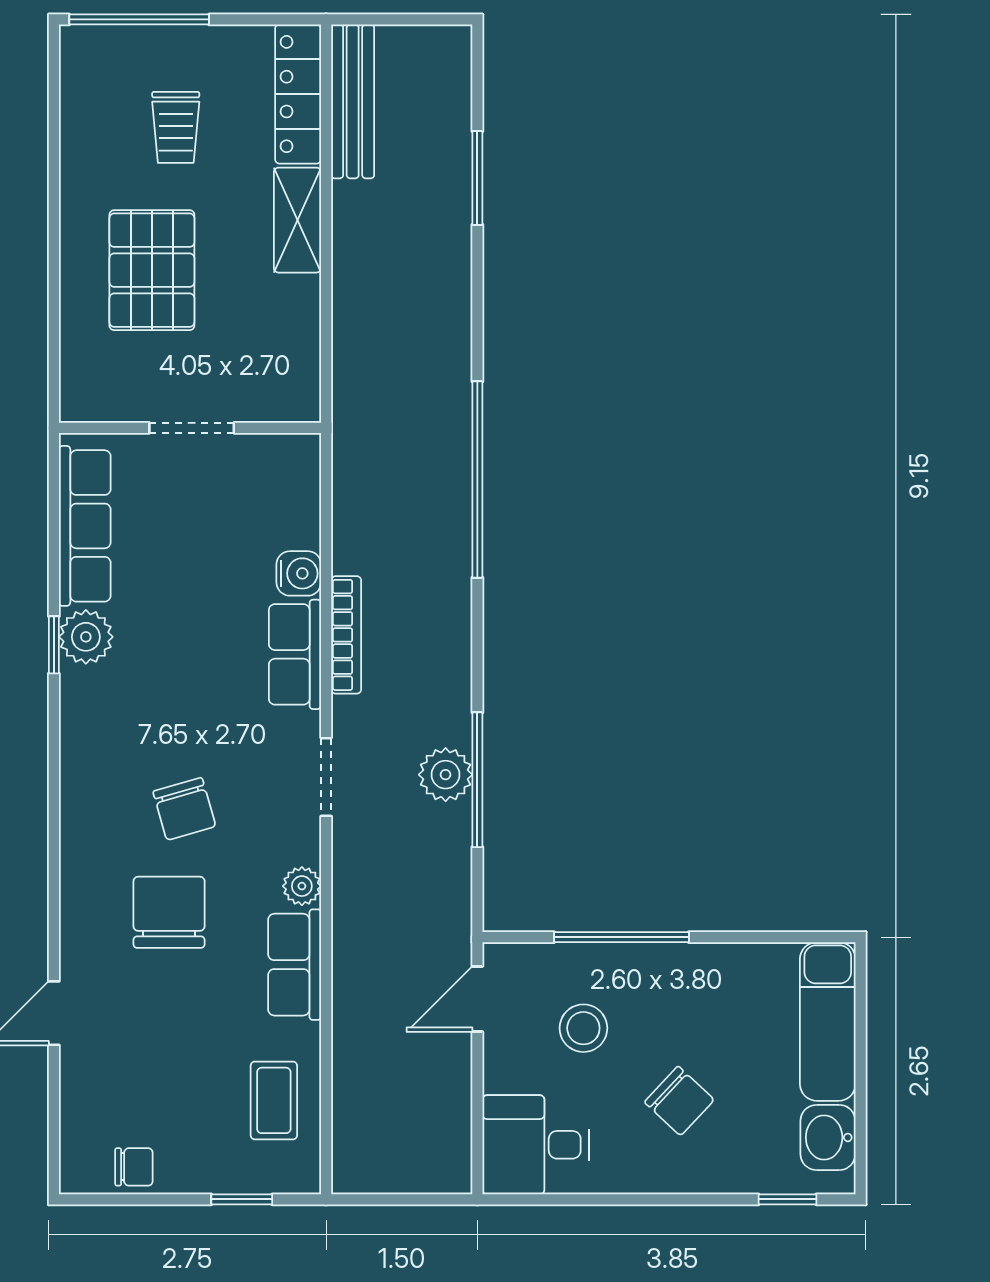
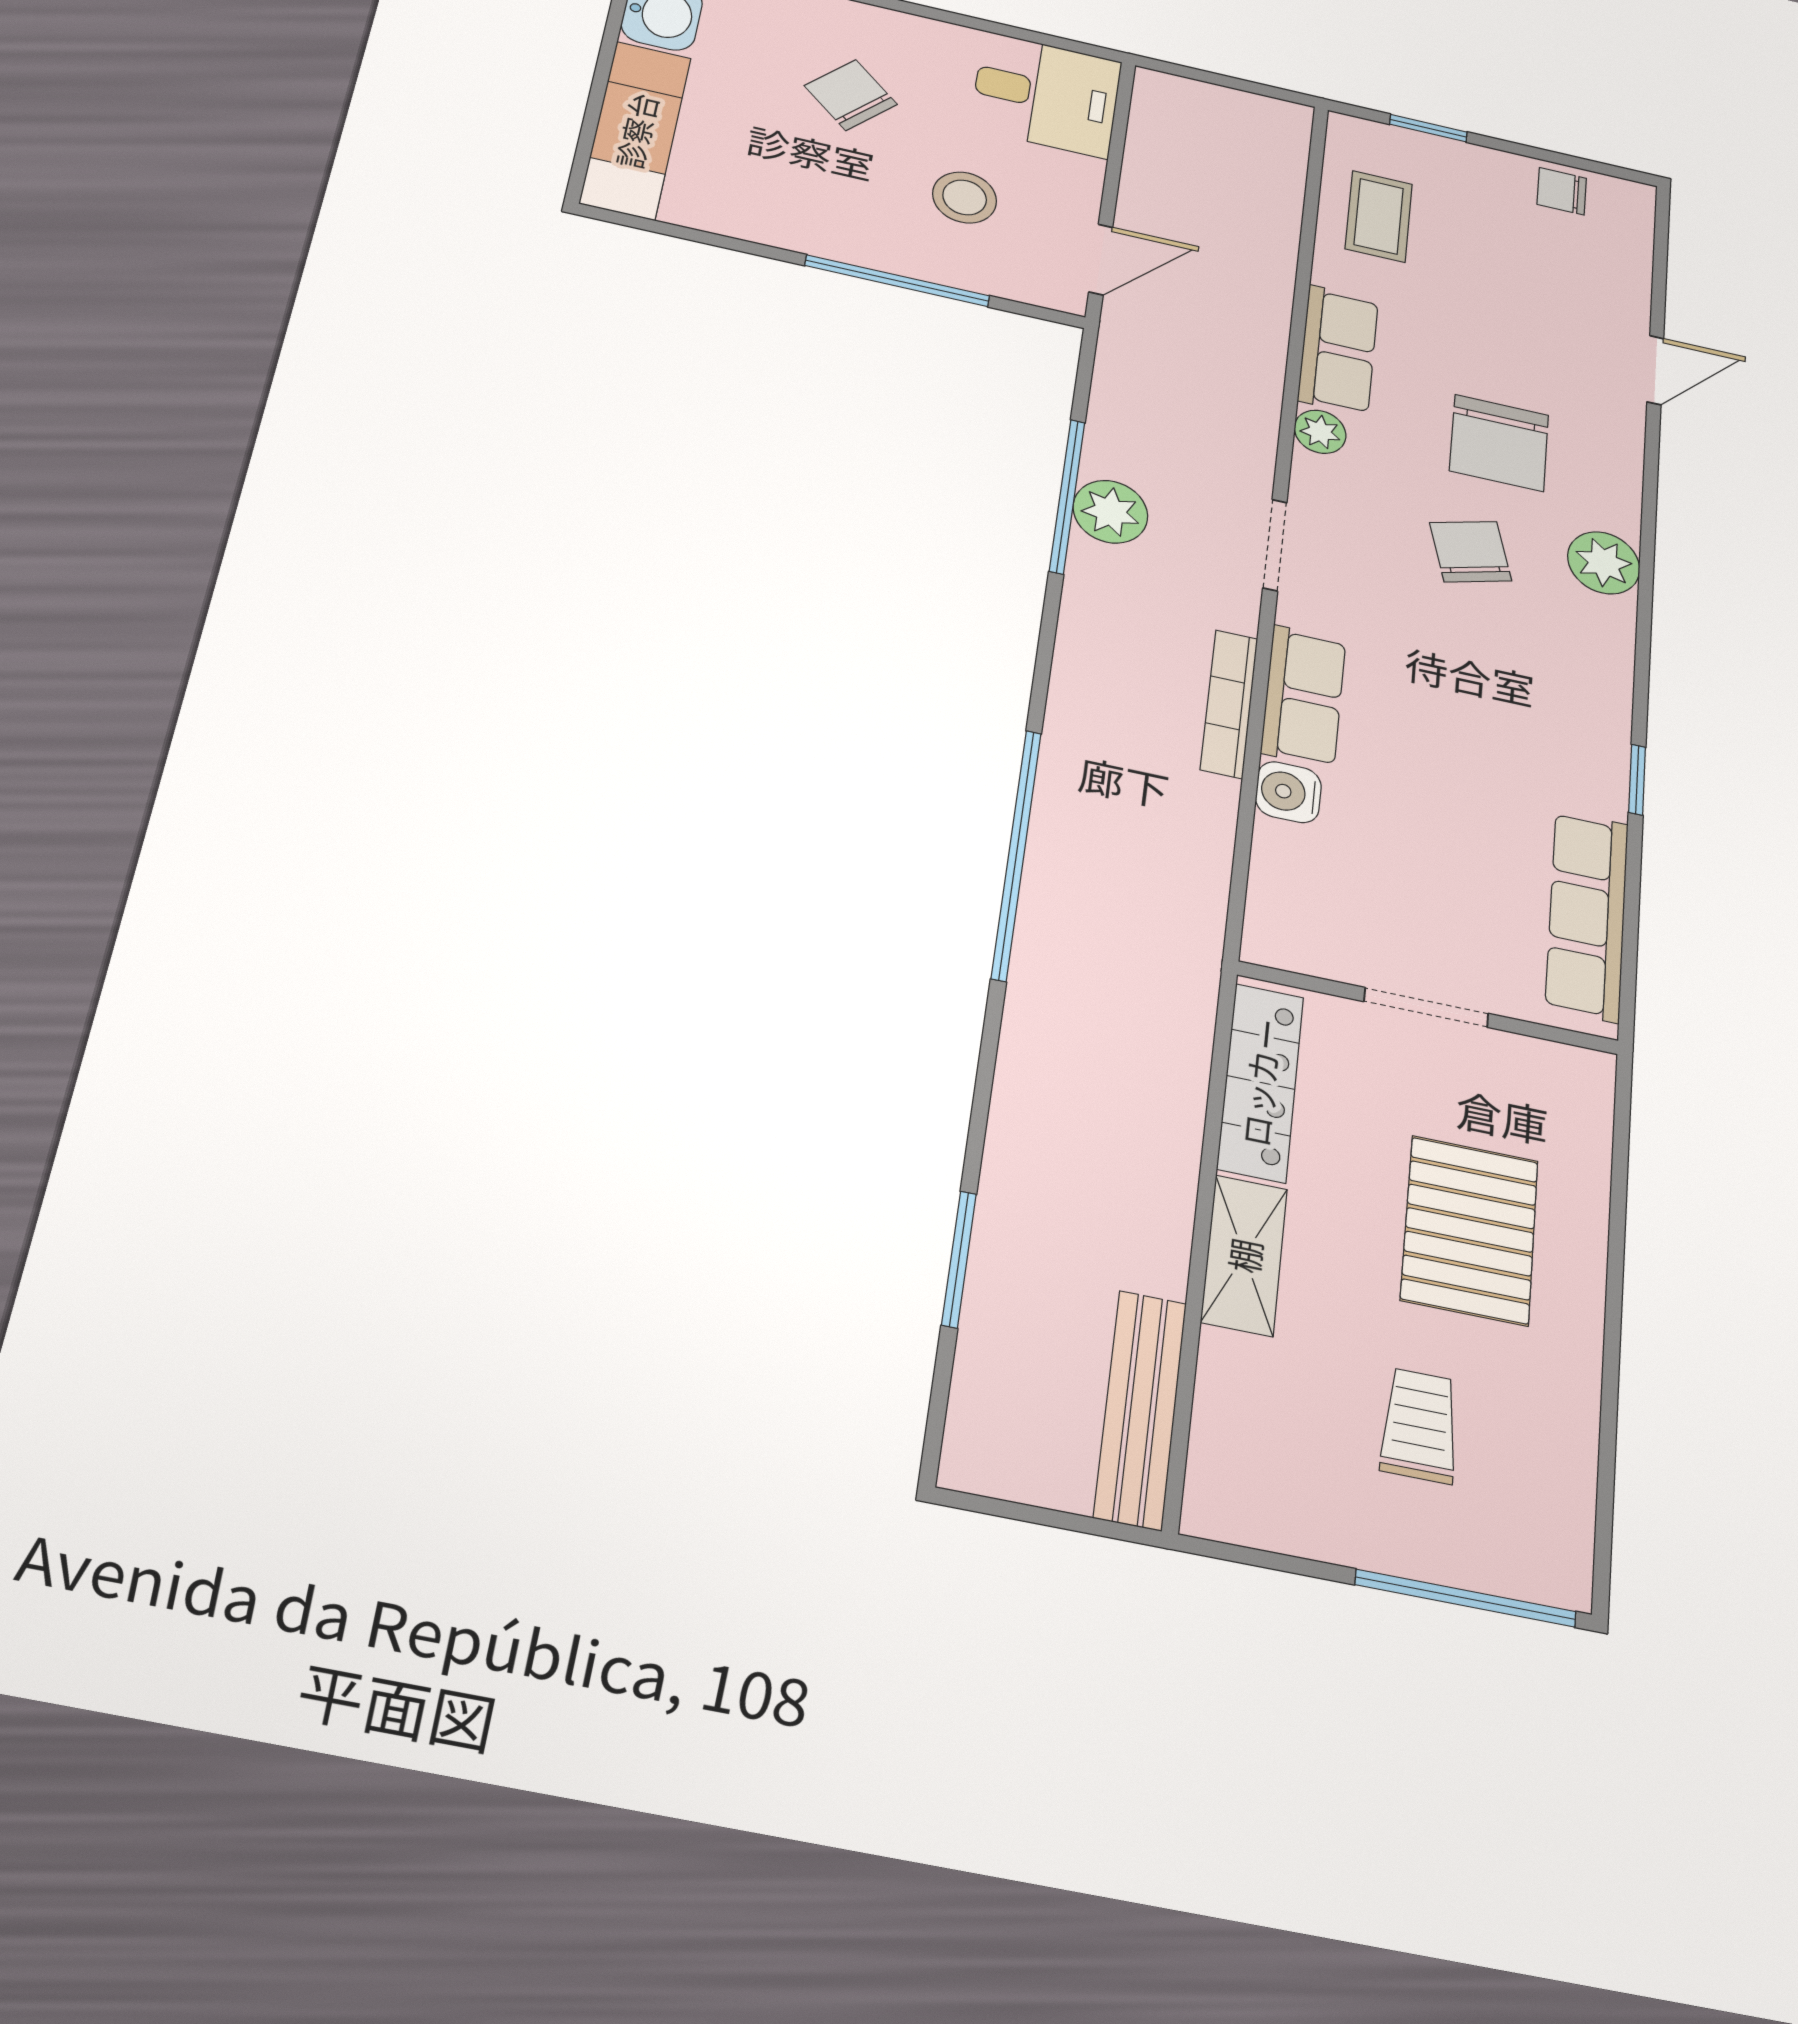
locker: (298, 94) -> (1260, 1082), moved
plant: (86, 637) -> (1604, 563), moved

